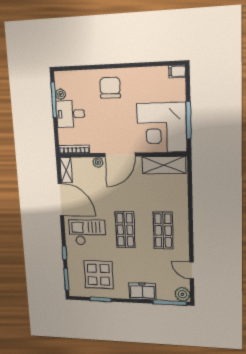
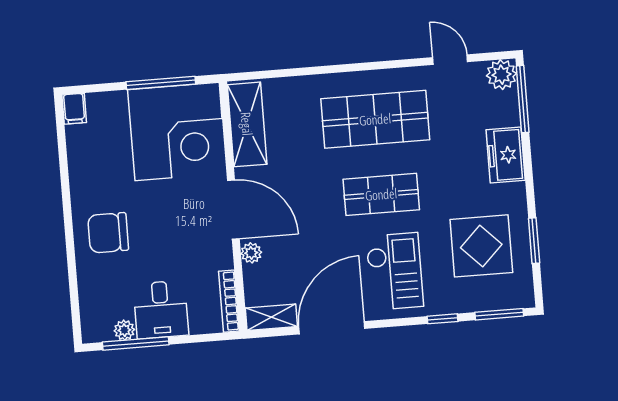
shop shelf: (163, 230) -> (375, 119), width x1.43, depth x1.36
checkout: (87, 233) -> (395, 271), turned 180
door: (192, 270) -> (450, 60), swing flipped

